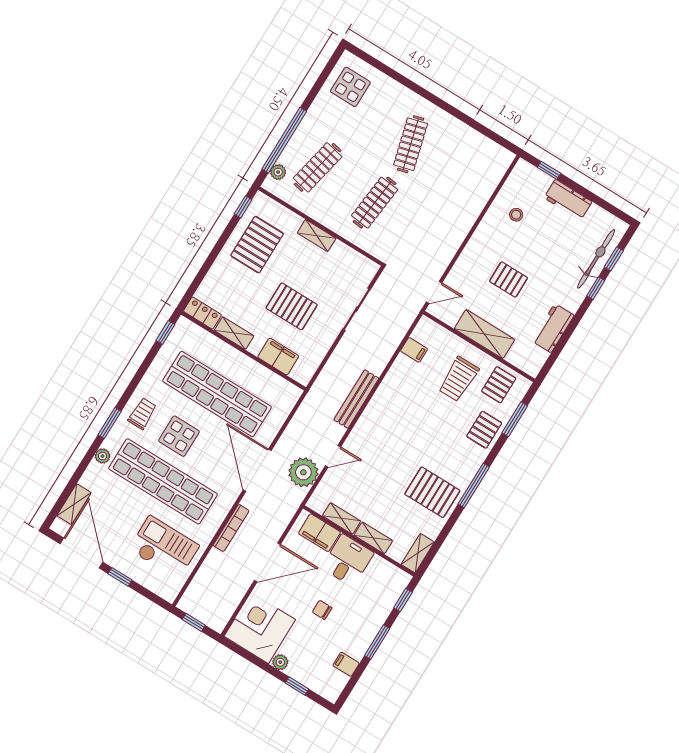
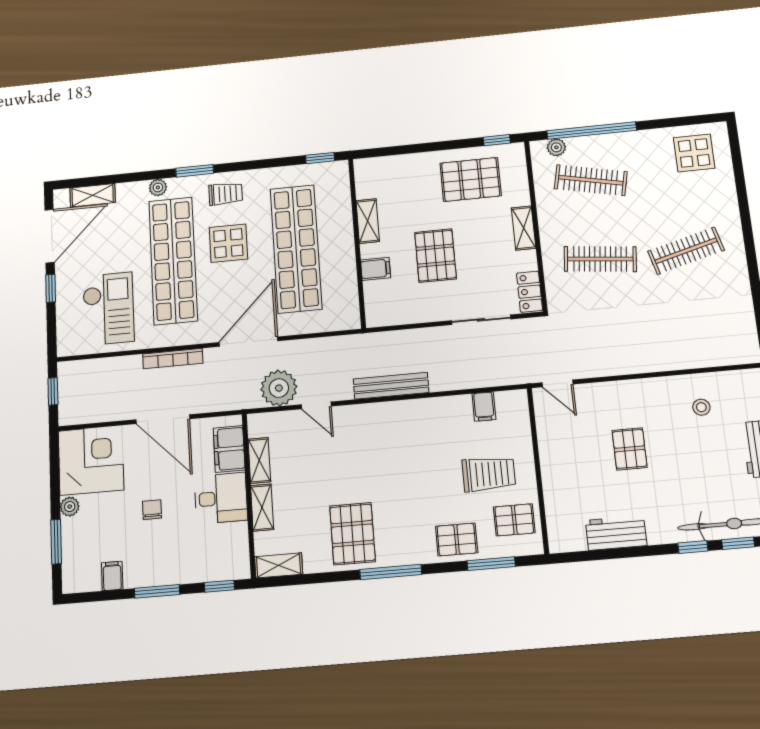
locker: (202, 313) -> (530, 292), moved, turned 180
shelving: (484, 334) -> (555, 466), removed
filing cabinet: (278, 356) -> (376, 269), width x0.50
trolley: (459, 379) -> (489, 474), turned 180
window: (297, 686) -> (56, 542), width x1.50

